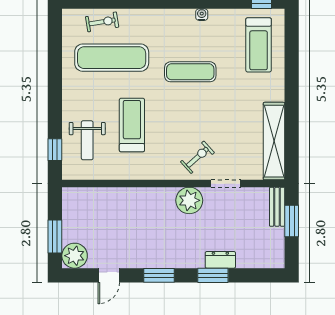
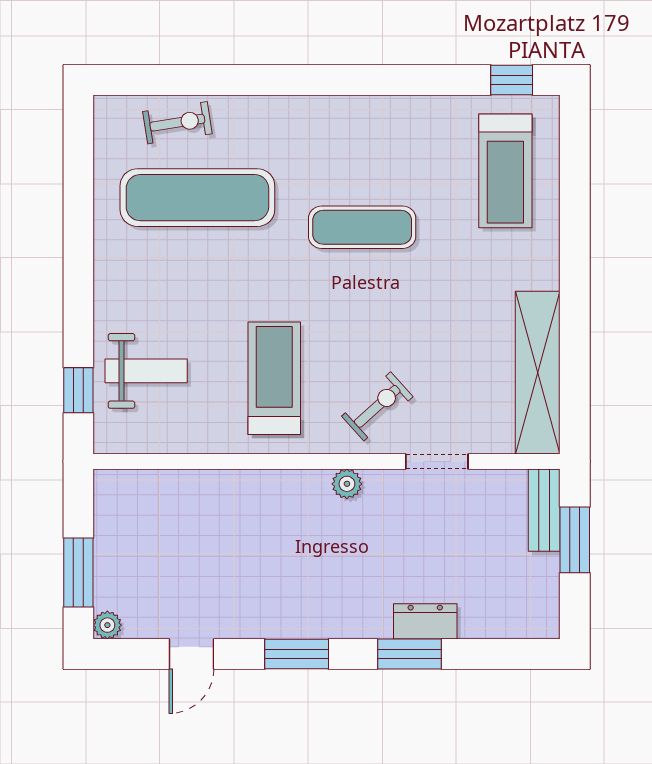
water cooler: (202, 15) -> (386, 107), removed
treadmill: (132, 125) -> (274, 378), moved
weight bench: (87, 140) -> (146, 371), turned -90
plant: (189, 200) -> (347, 484), width x0.53, depth x0.53
plant: (75, 256) -> (107, 625), width x0.53, depth x0.53

